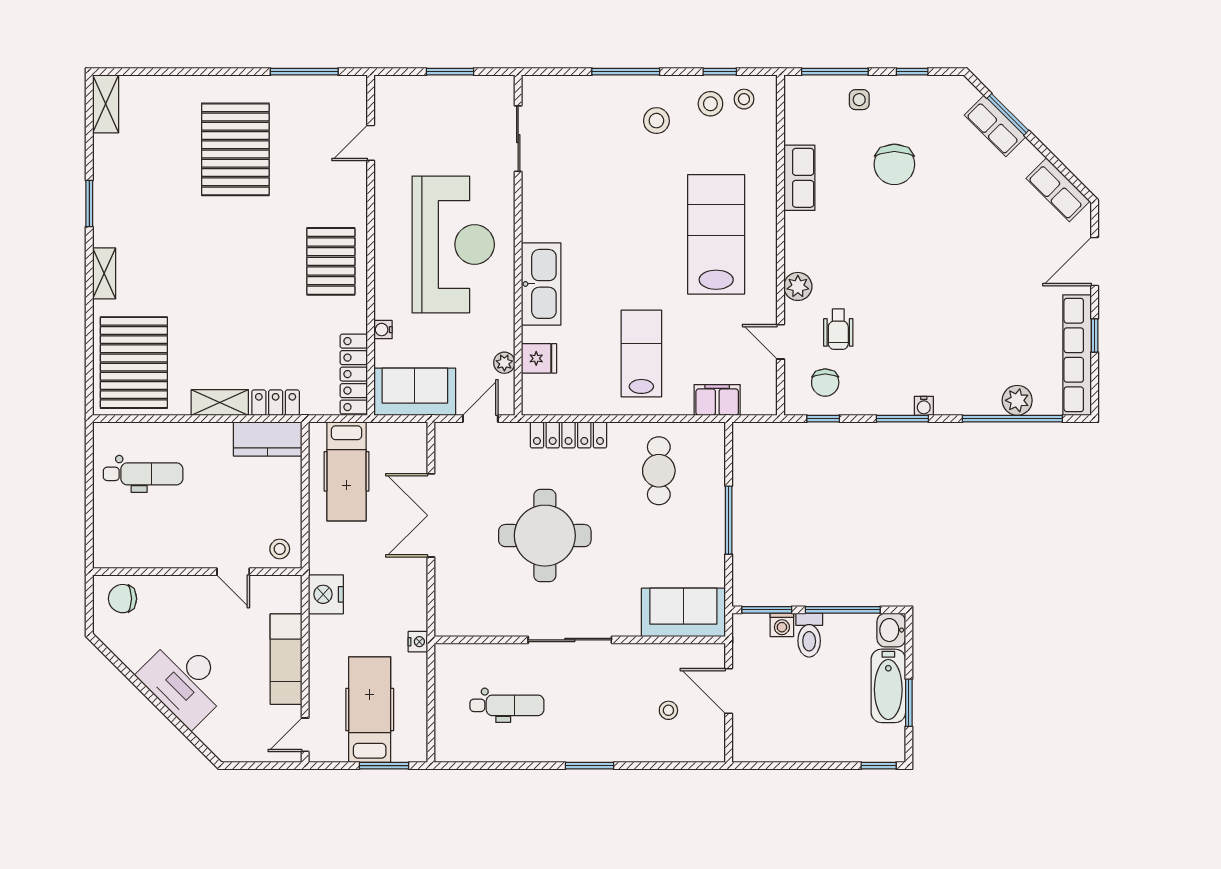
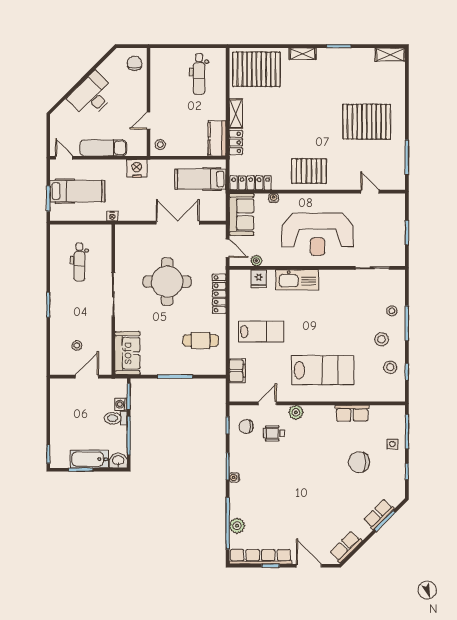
stool: (744, 99) -> (392, 311), moved

